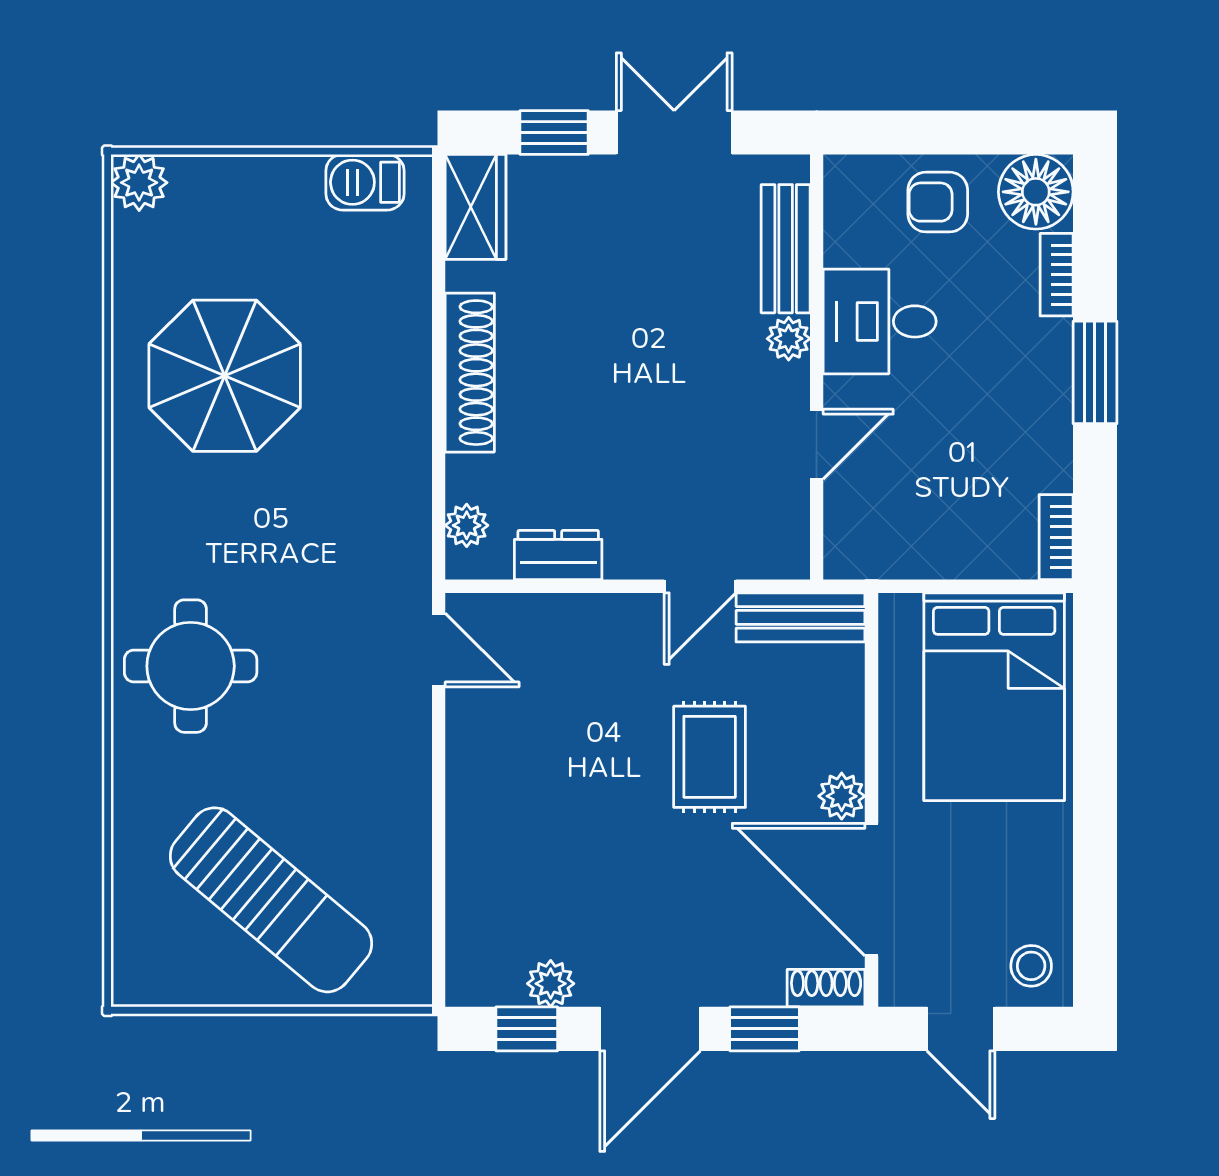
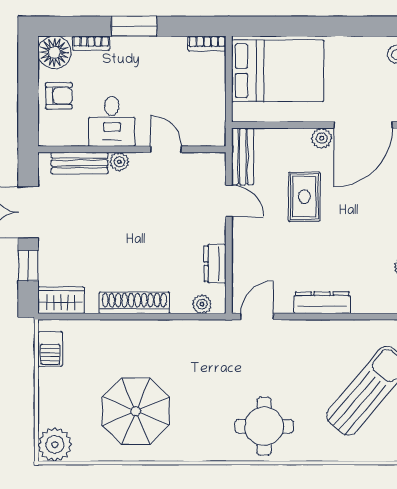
plant: (139, 183) -> (55, 445), width x1.36, depth x1.36
armchair: (938, 202) -> (59, 96), turned -90
rug: (710, 757) -> (304, 197), turned 90
dresser: (470, 797) -> (322, 303), added

